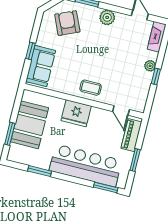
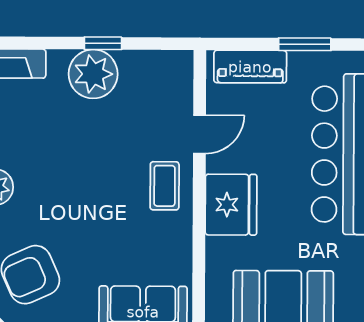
plant: (150, 66) -> (93, 74), width x1.88, depth x1.88
door: (121, 110) -> (199, 134), moved

